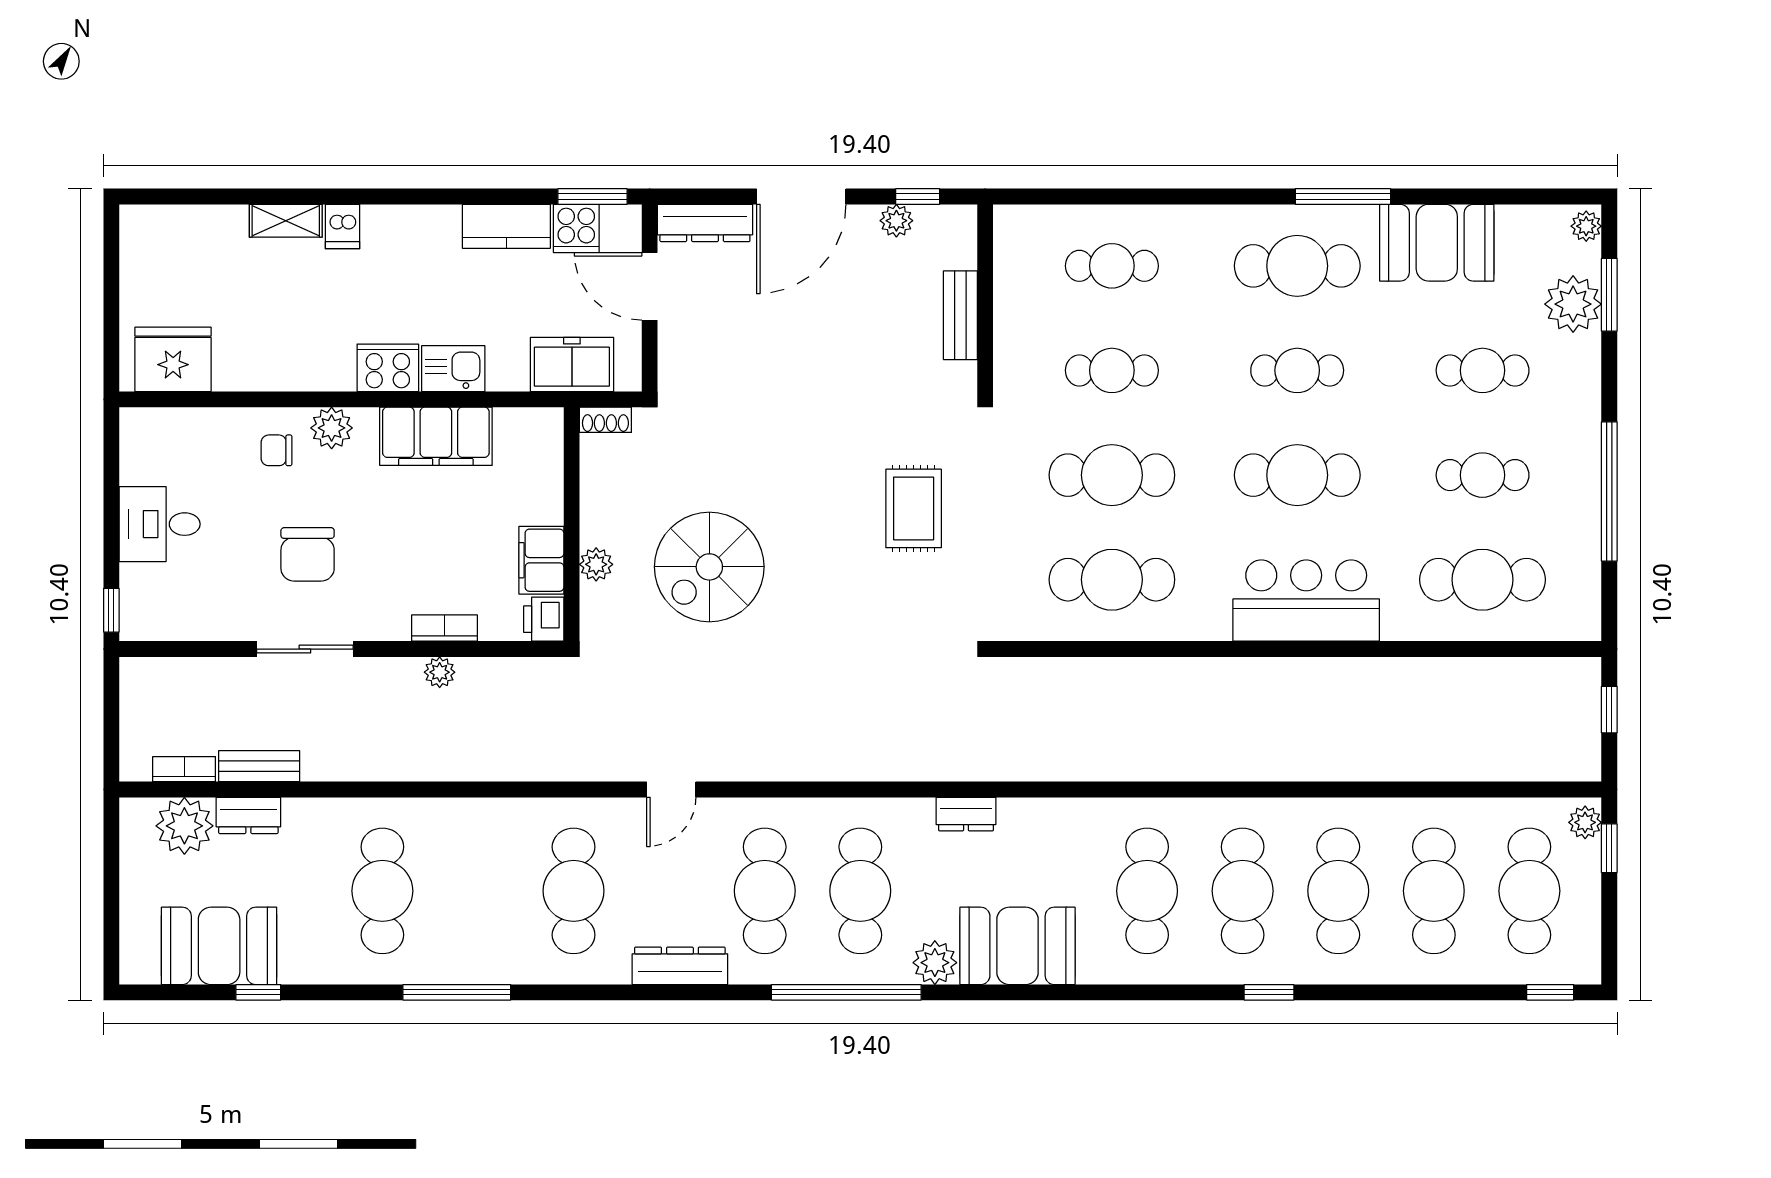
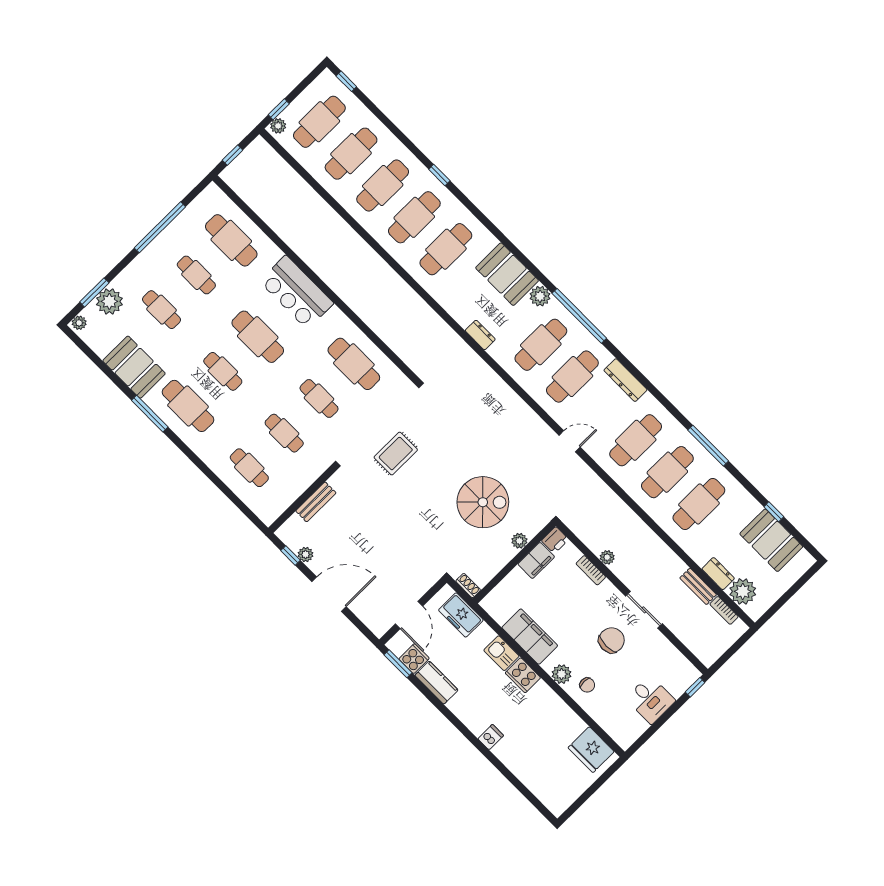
shelving: (286, 221) -> (508, 758), removed
dresser: (705, 223) -> (370, 618), removed
cafe table: (1112, 475) -> (319, 398), width x0.73, depth x0.74
cafe table: (478, 891) -> (667, 472), added

